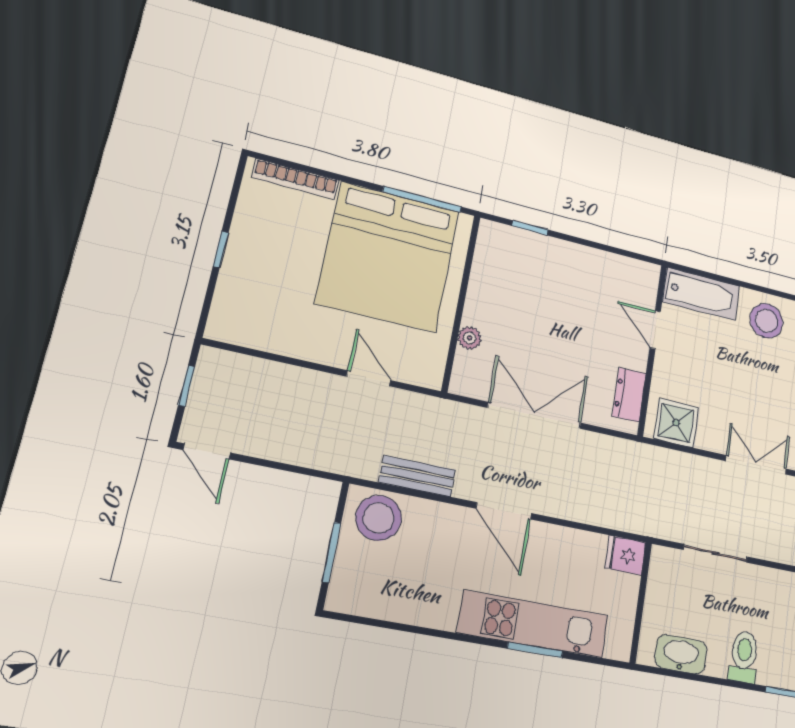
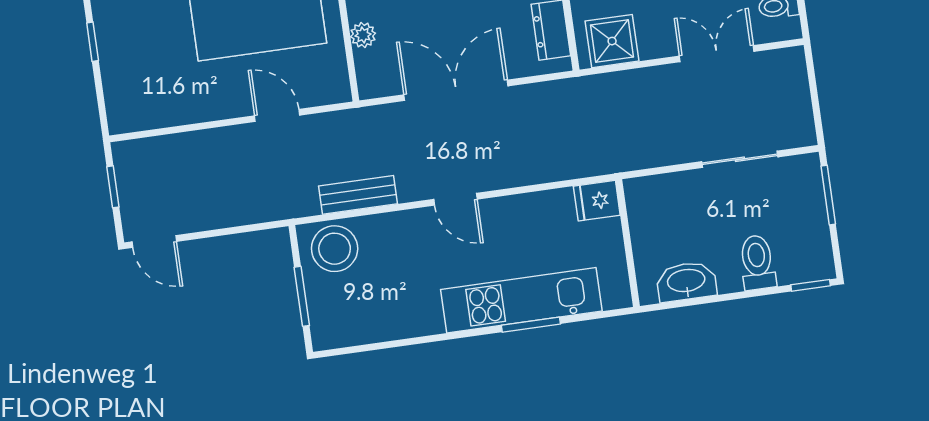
door: (504, 511) -> (455, 199), width x0.73
sliding door: (716, 553) -> (740, 159), moved

